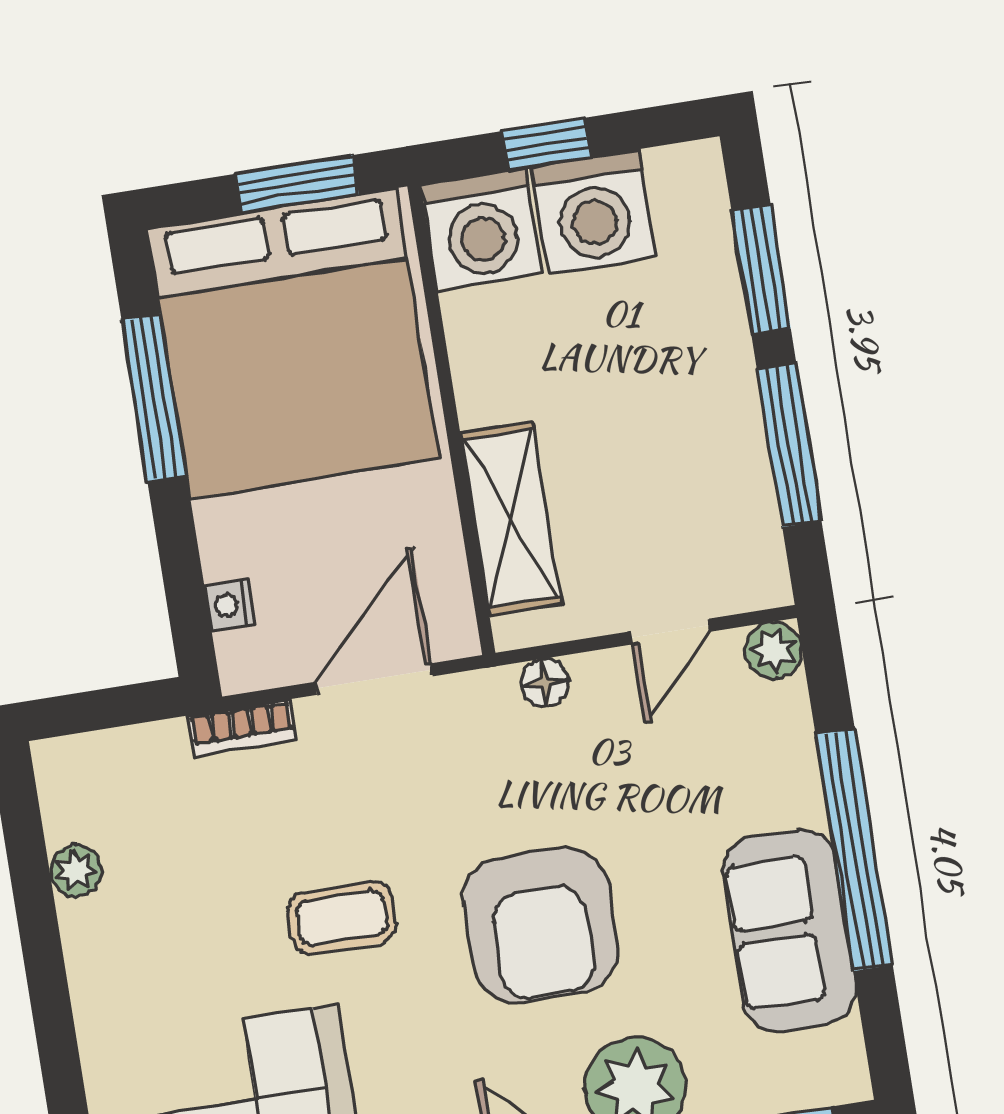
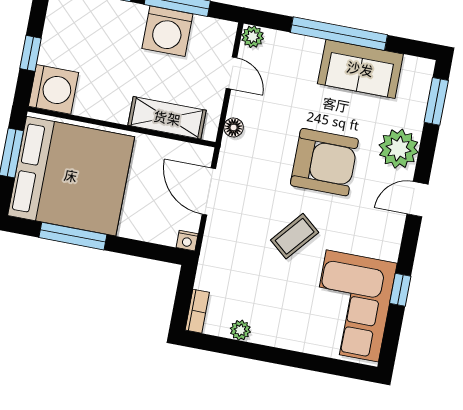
washing machine: (593, 212) -> (167, 31), moved, turned 90
nightstand: (230, 605) -> (187, 241), moved
bookcase: (242, 728) -> (197, 311), moved
coffee table: (342, 918) -> (295, 236), turned 40

